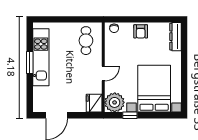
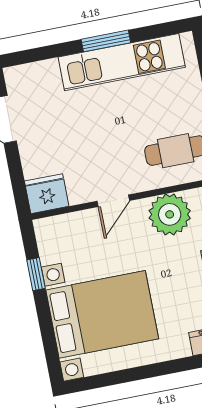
door: (103, 73) -> (113, 201), hinge flipped
plant: (115, 102) -> (170, 214), moved

